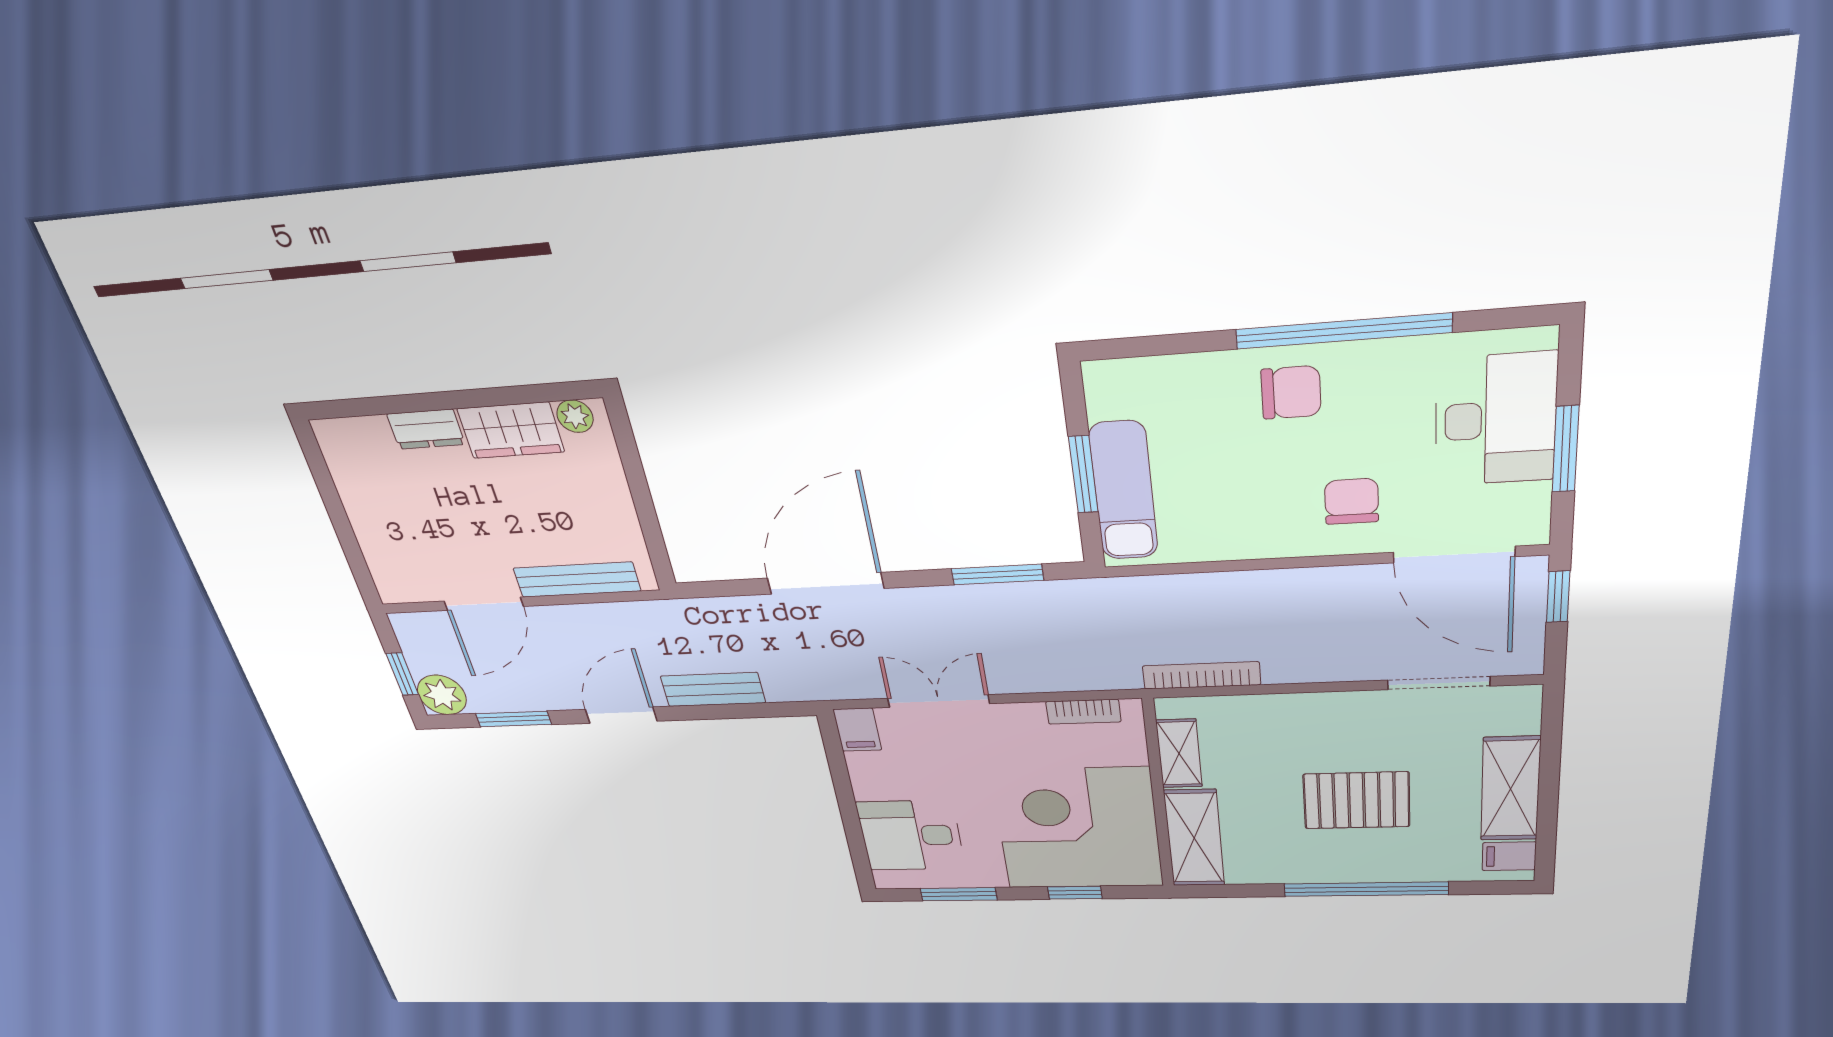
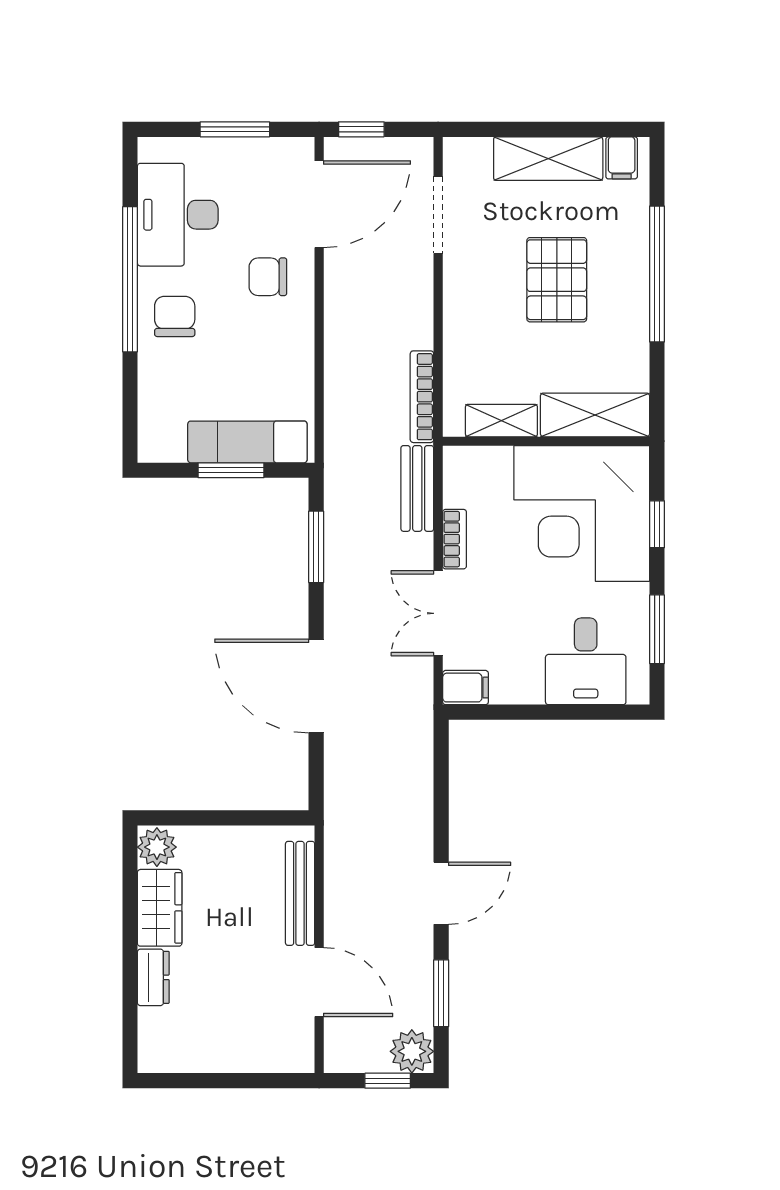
plant: (575, 416) -> (157, 847), width x1.38, depth x1.38
desk: (1495, 420) -> (178, 215), moved, turned -90
bench: (713, 689) -> (417, 488), moved
bookcase: (1083, 712) -> (455, 539), moved
door: (621, 715) -> (441, 893), swing flipped

